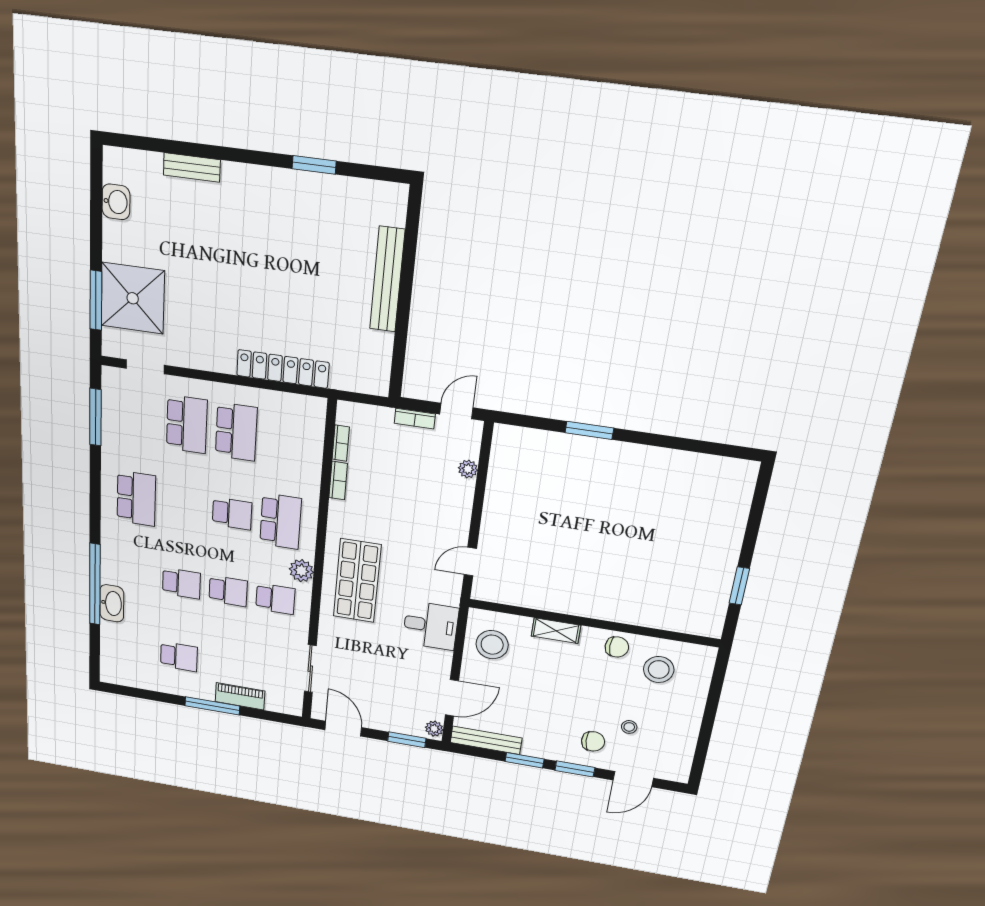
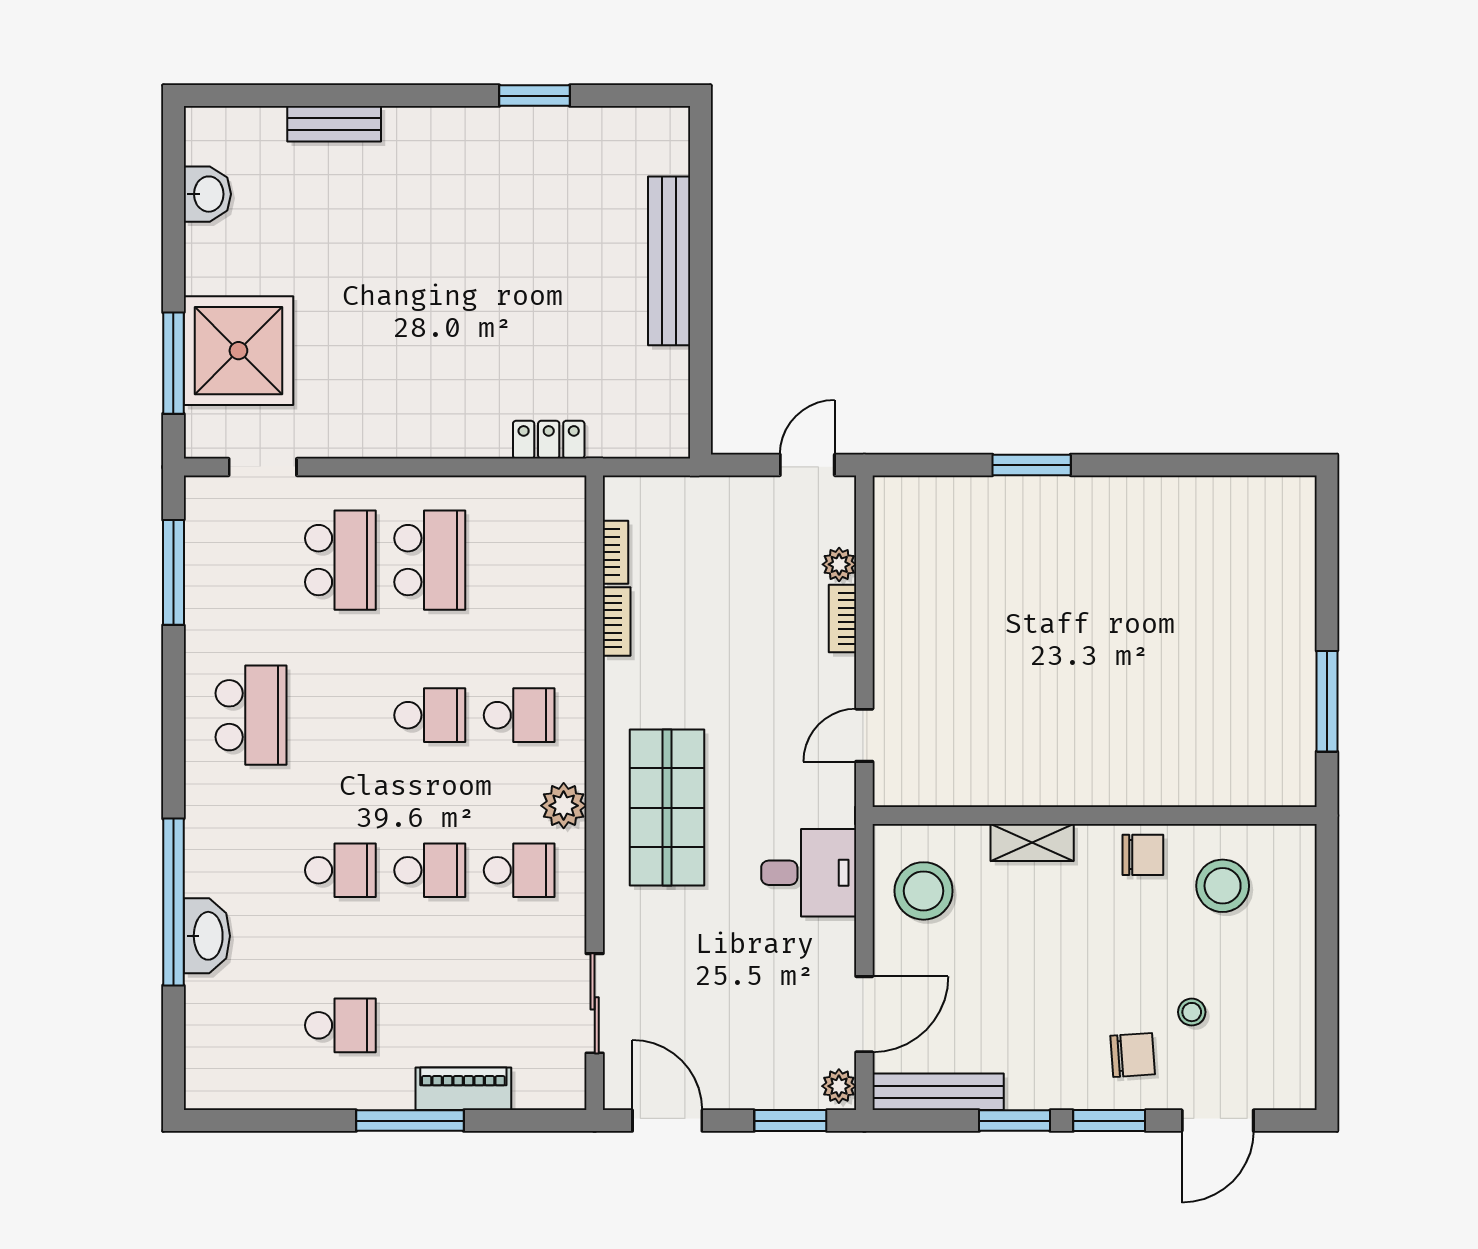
locker: (283, 369) -> (549, 440), width x0.46, depth x0.83
bookcase: (415, 419) -> (842, 619), moved, turned 90
school desk: (281, 521) -> (519, 715), width x0.54
window: (739, 586) -> (1327, 701), width x1.44

